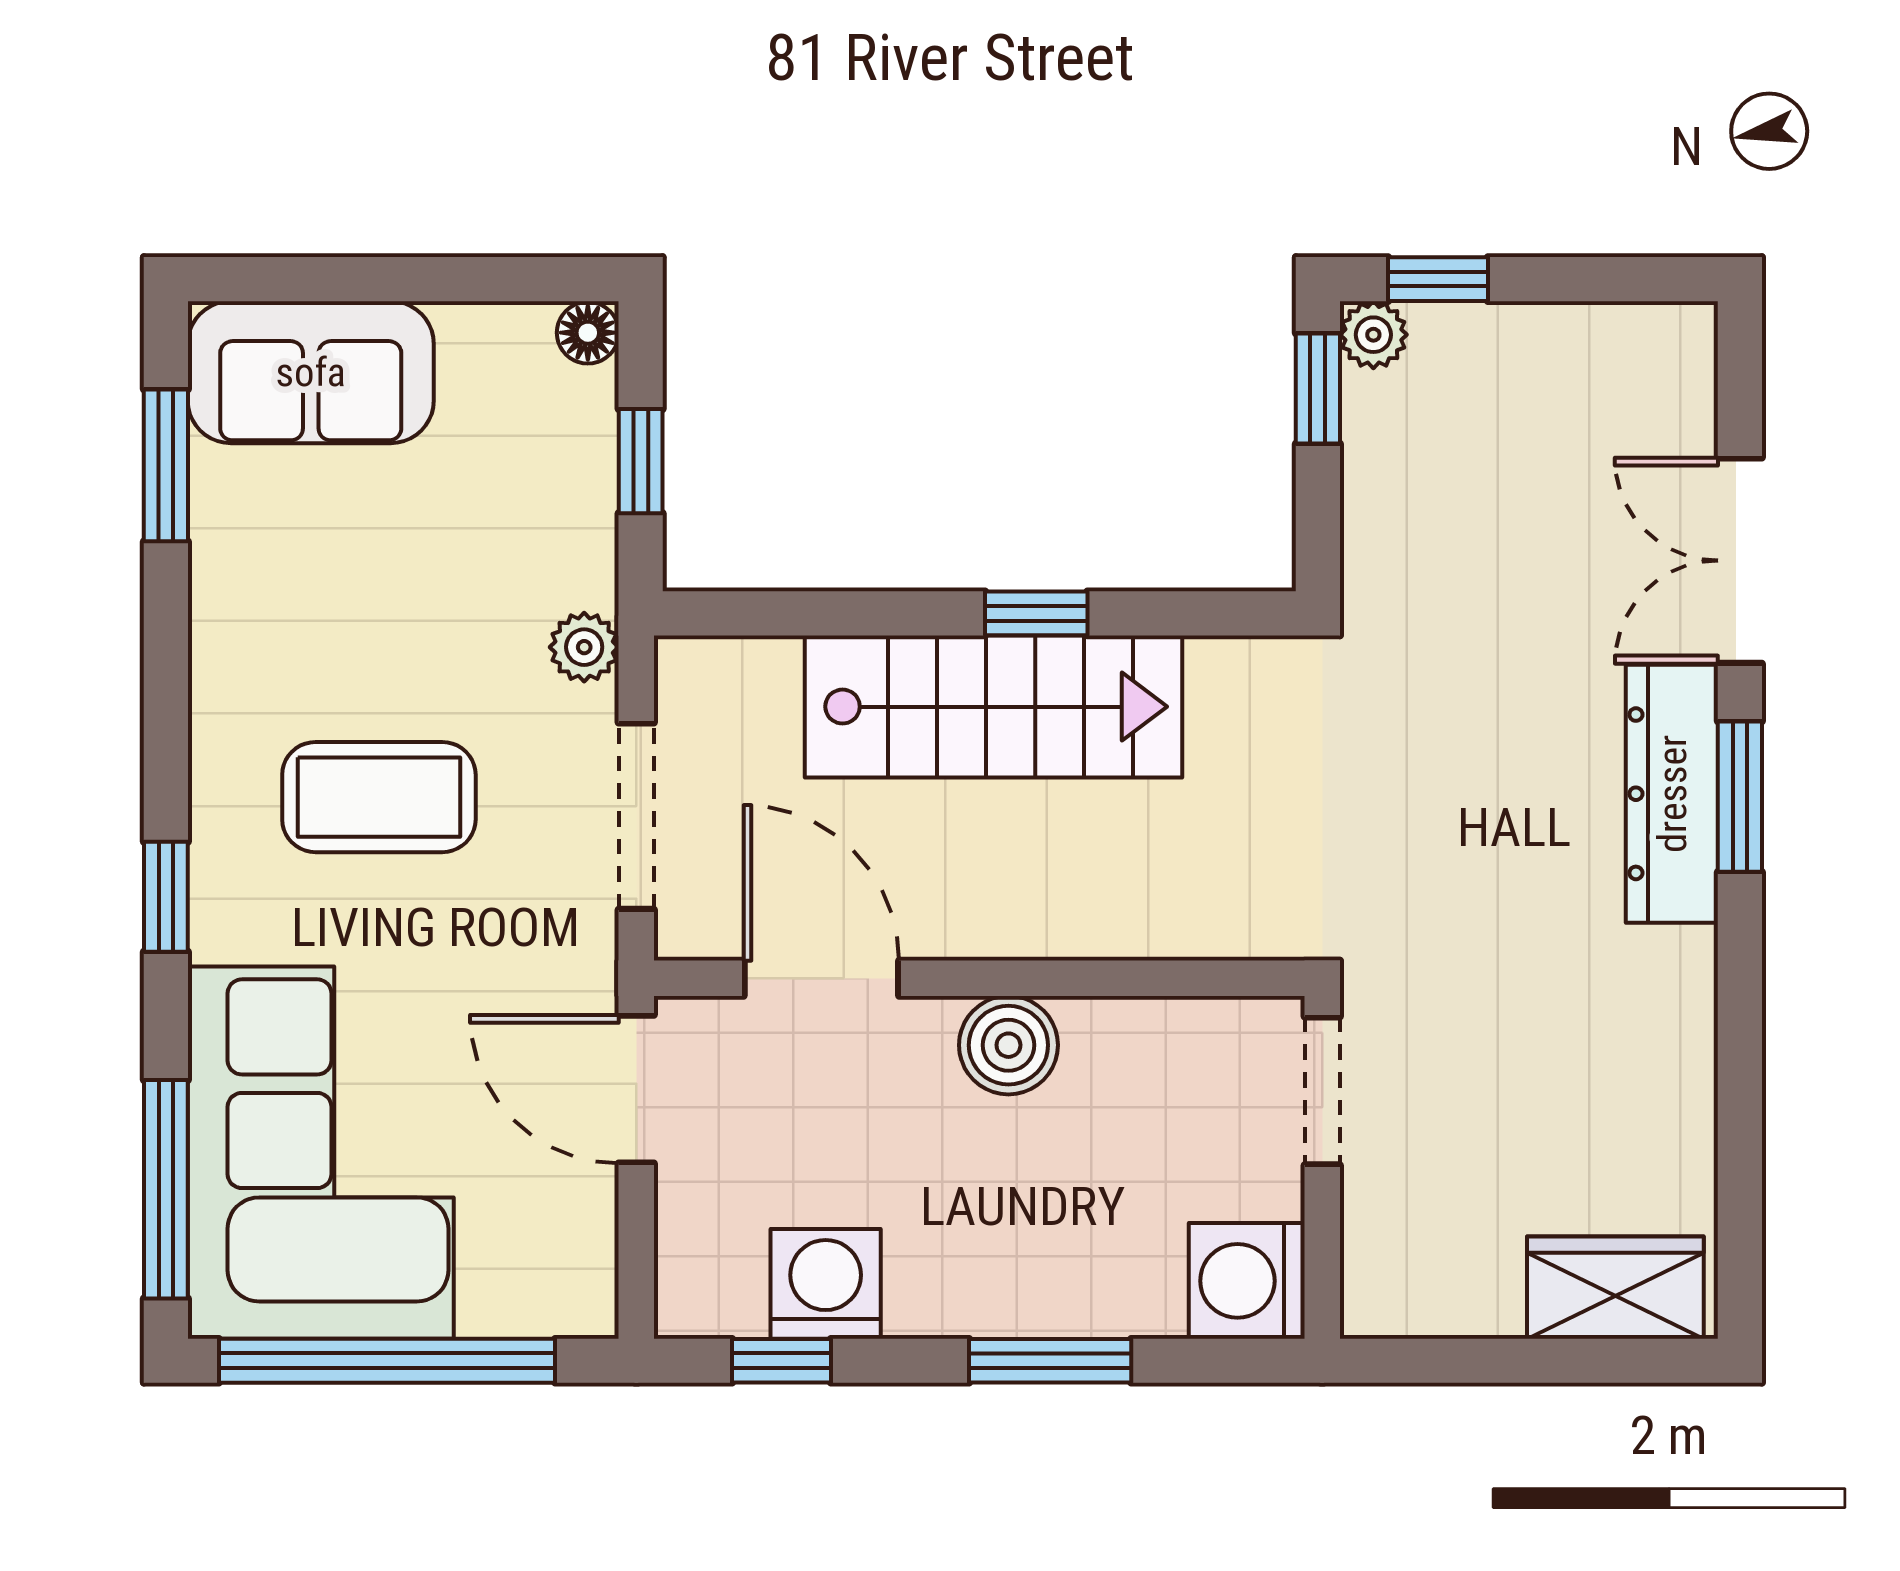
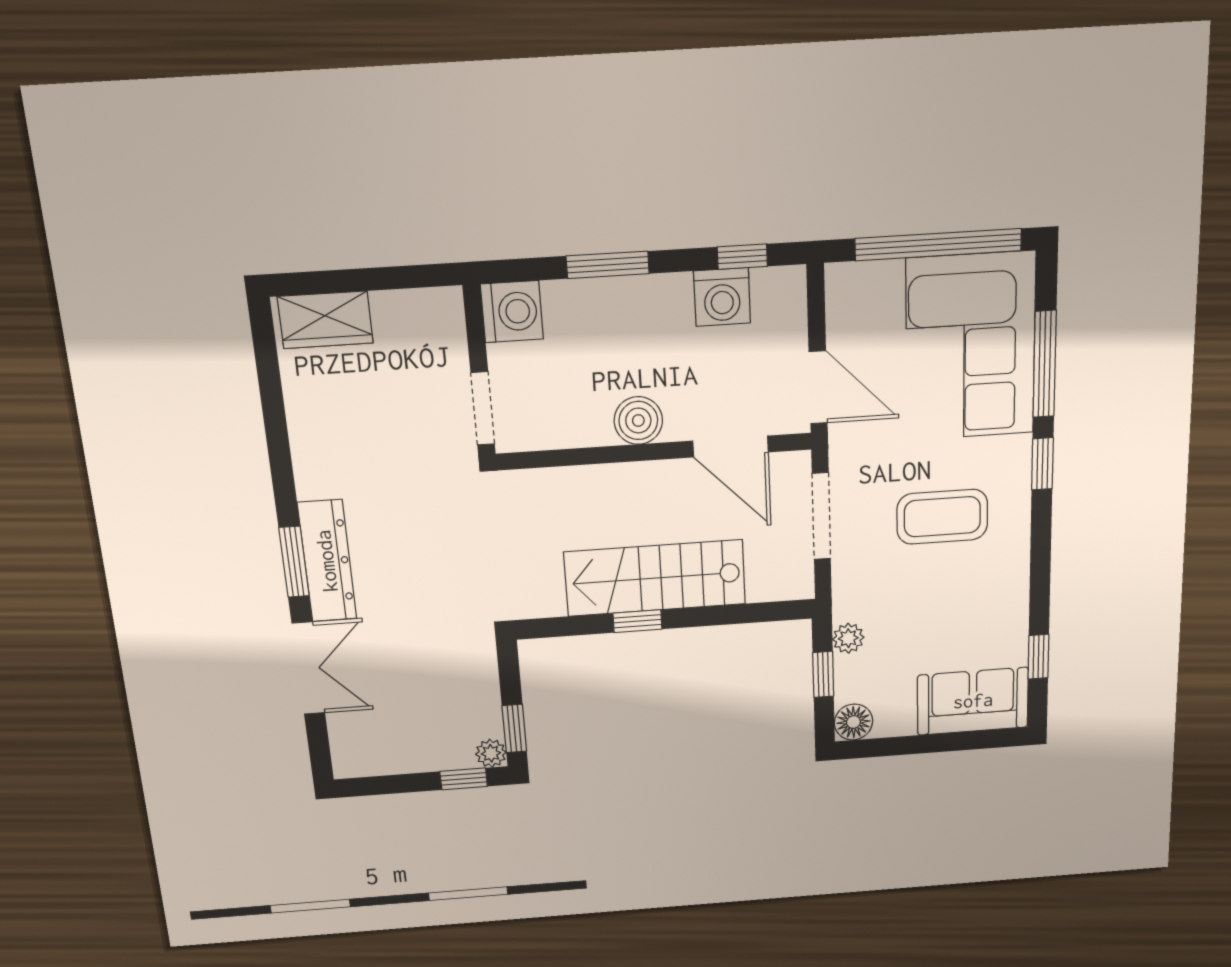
floor lamp: (588, 333) -> (853, 722), width x1.37, depth x1.37
window: (166, 465) -> (1038, 657), width x0.67
plant: (584, 647) -> (848, 638), moved
window: (166, 1189) -> (1045, 364), moved

